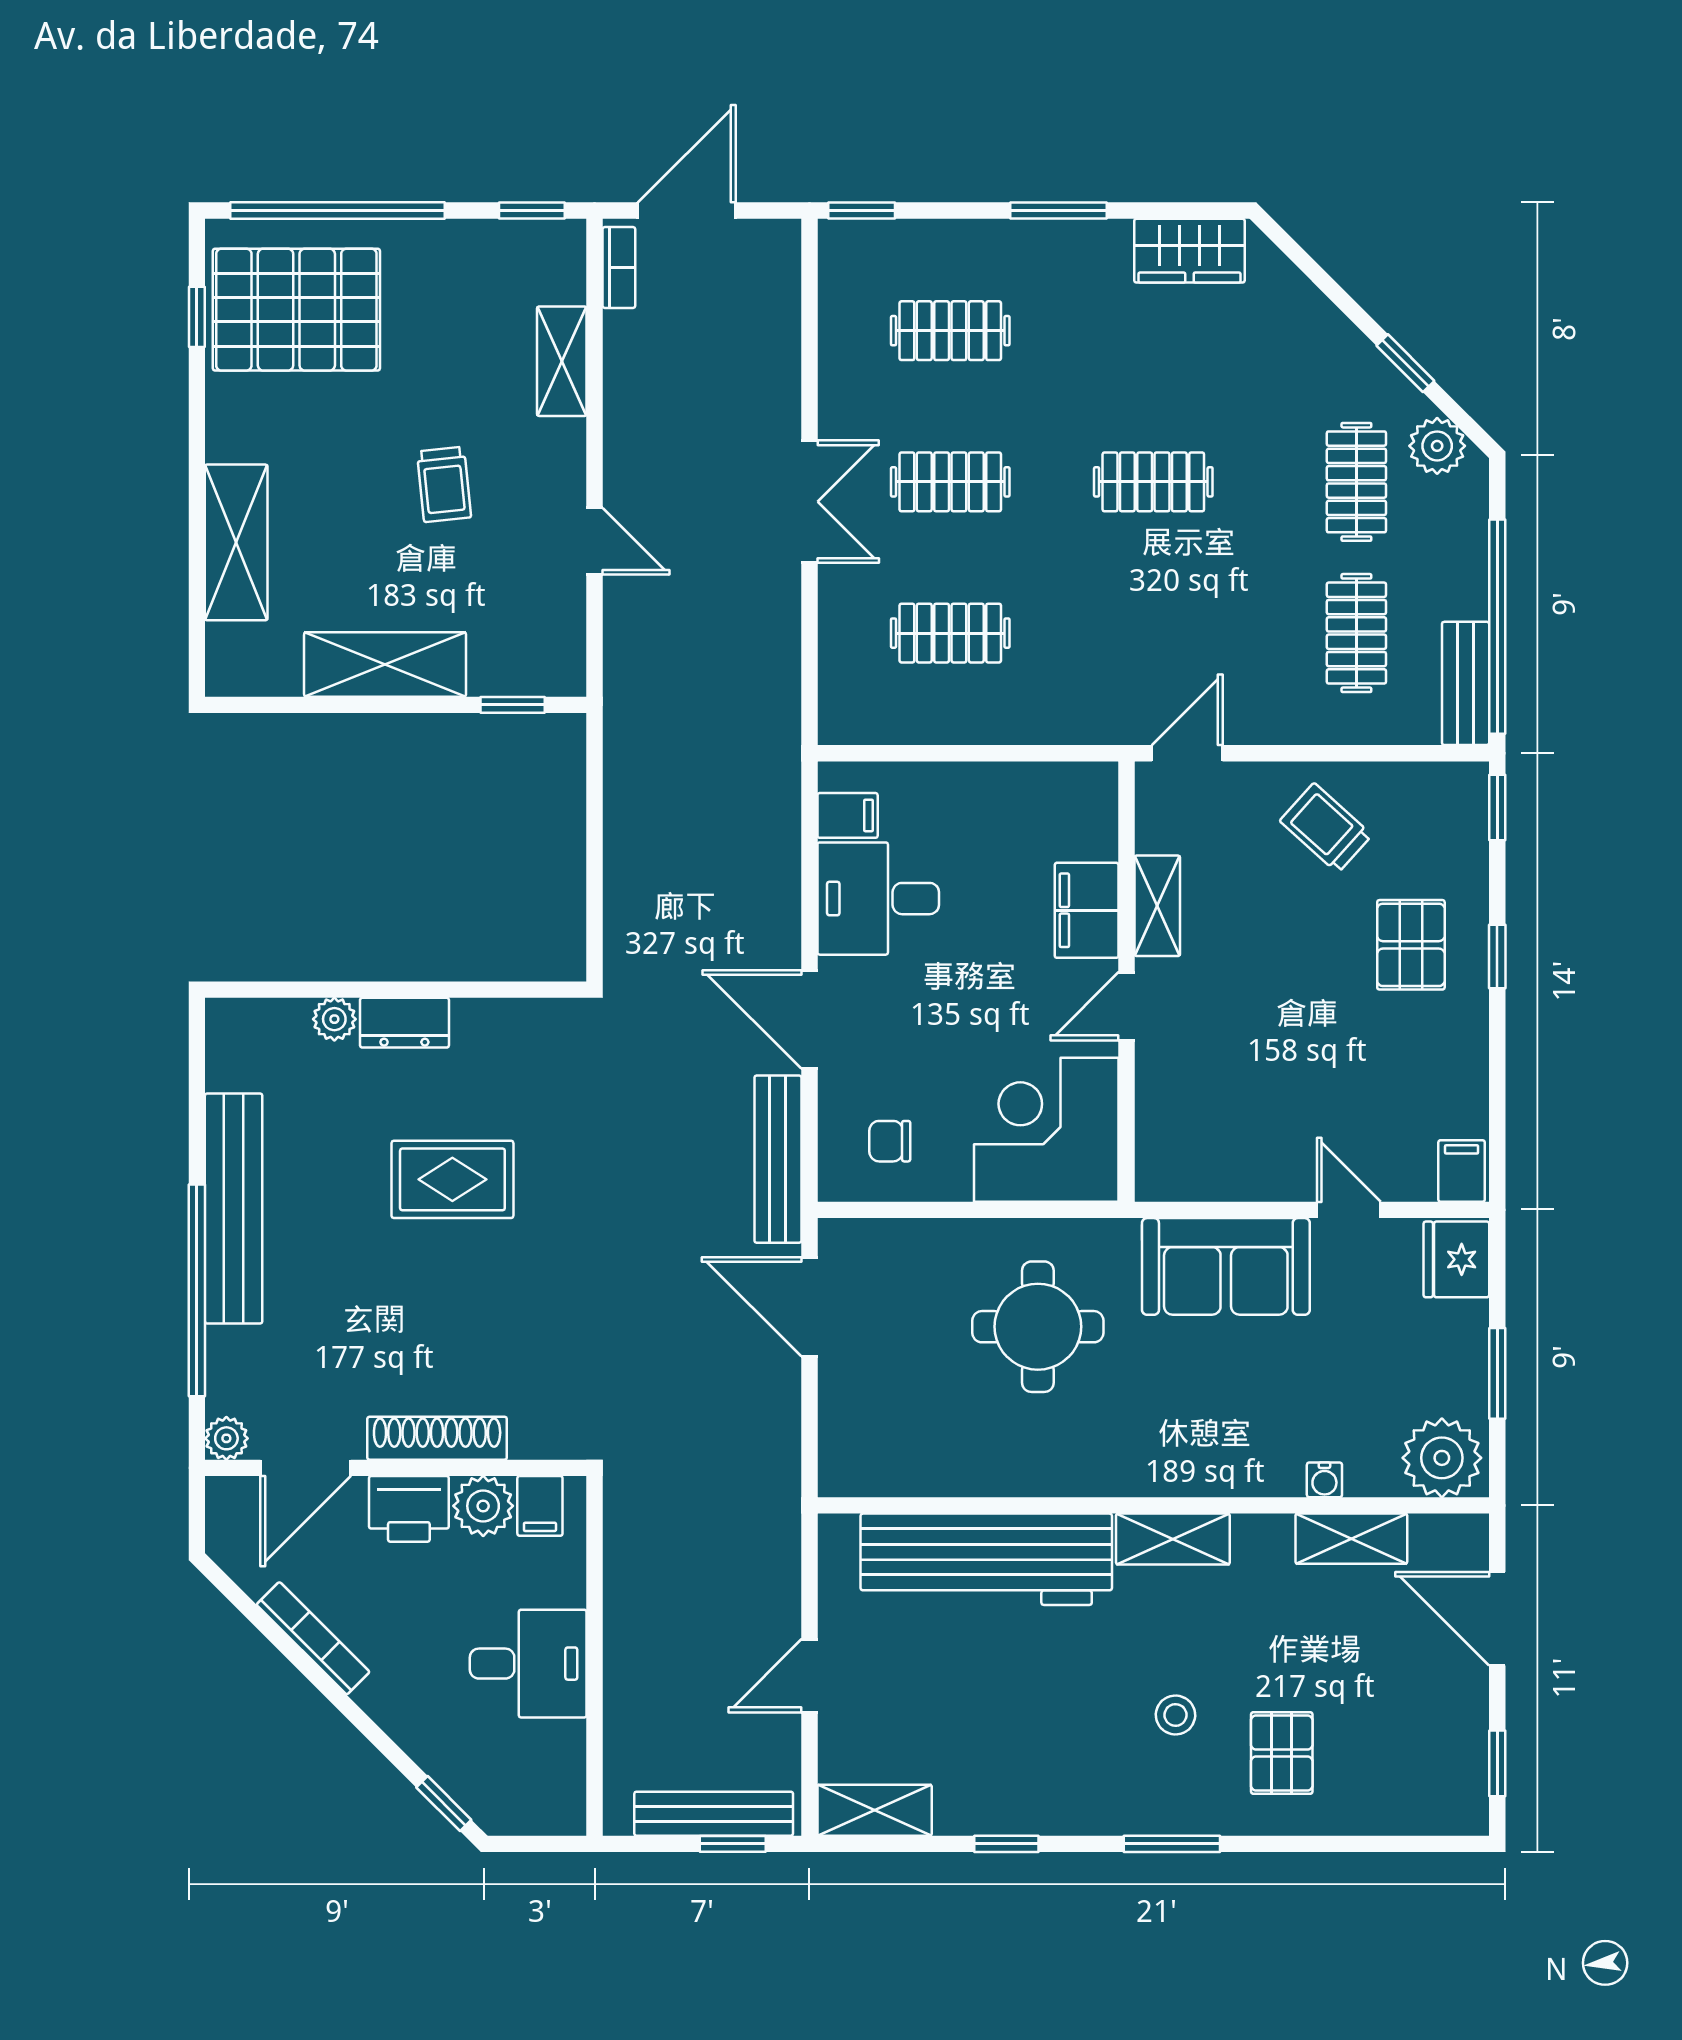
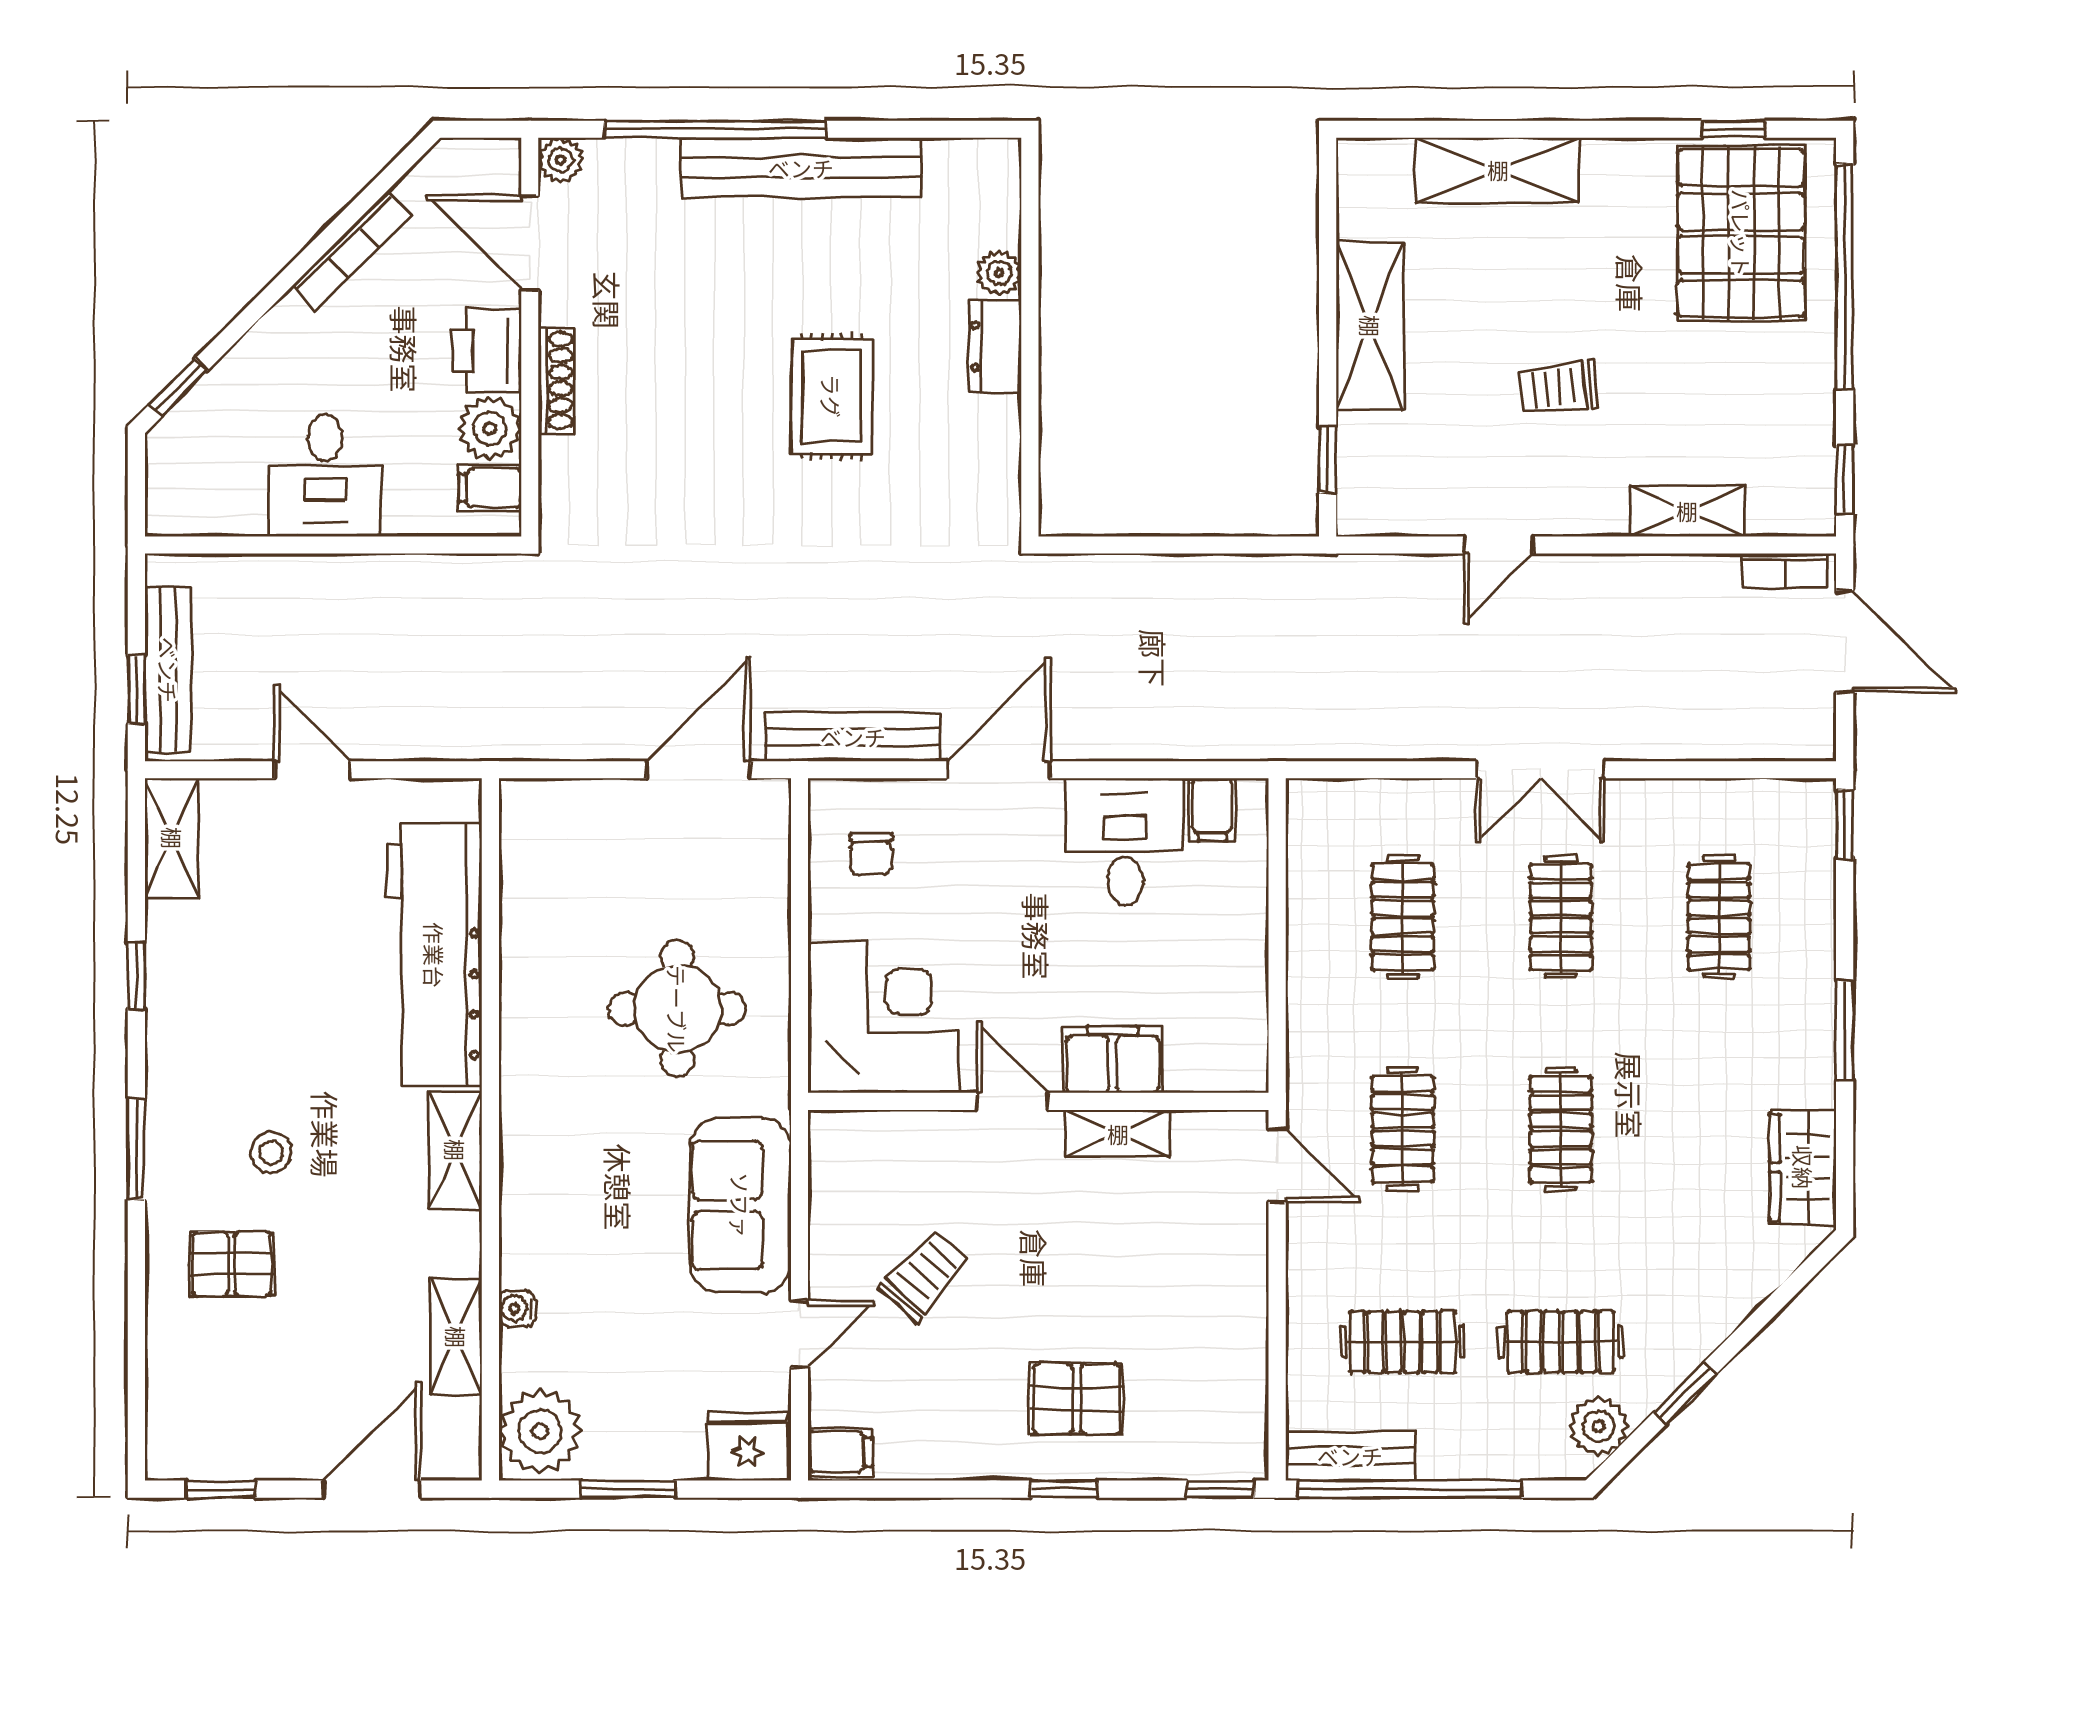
clothes rail: (1153, 633) -> (1403, 1129), added
trolley: (1326, 828) -> (925, 1275), moved
chair: (890, 1141) -> (871, 854), turned 180
shoe rack: (437, 1438) -> (556, 380), width x0.74, depth x0.81

